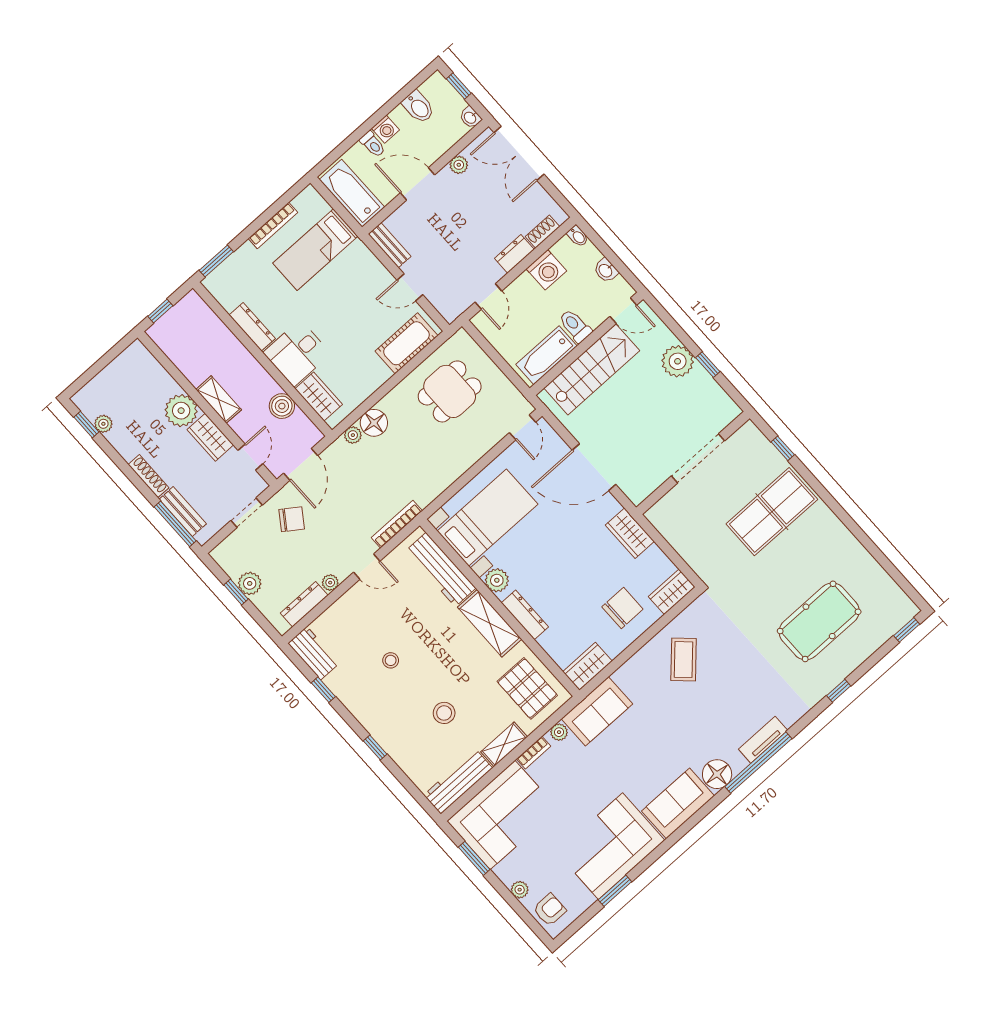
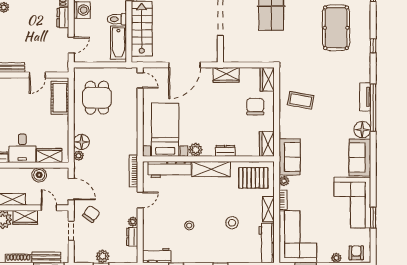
door: (488, 297) -> (71, 45), hinge flipped
dresser: (304, 604) -> (132, 237), width x0.70
dresser: (525, 615) -> (225, 151), width x0.70
coffee table: (684, 660) -> (301, 100), turned -33

